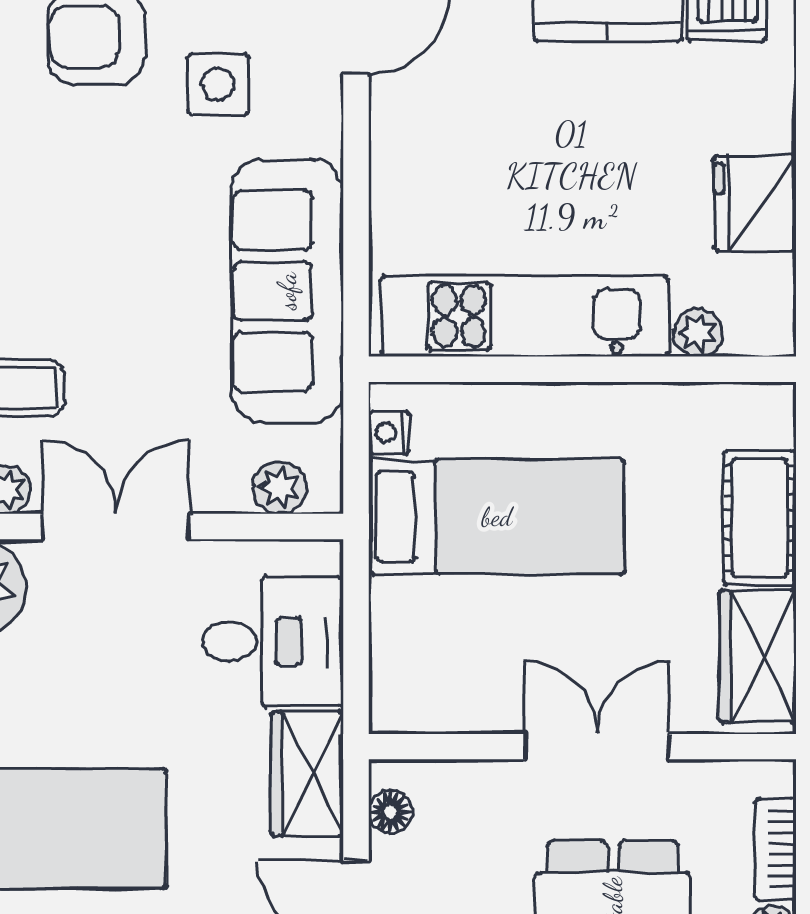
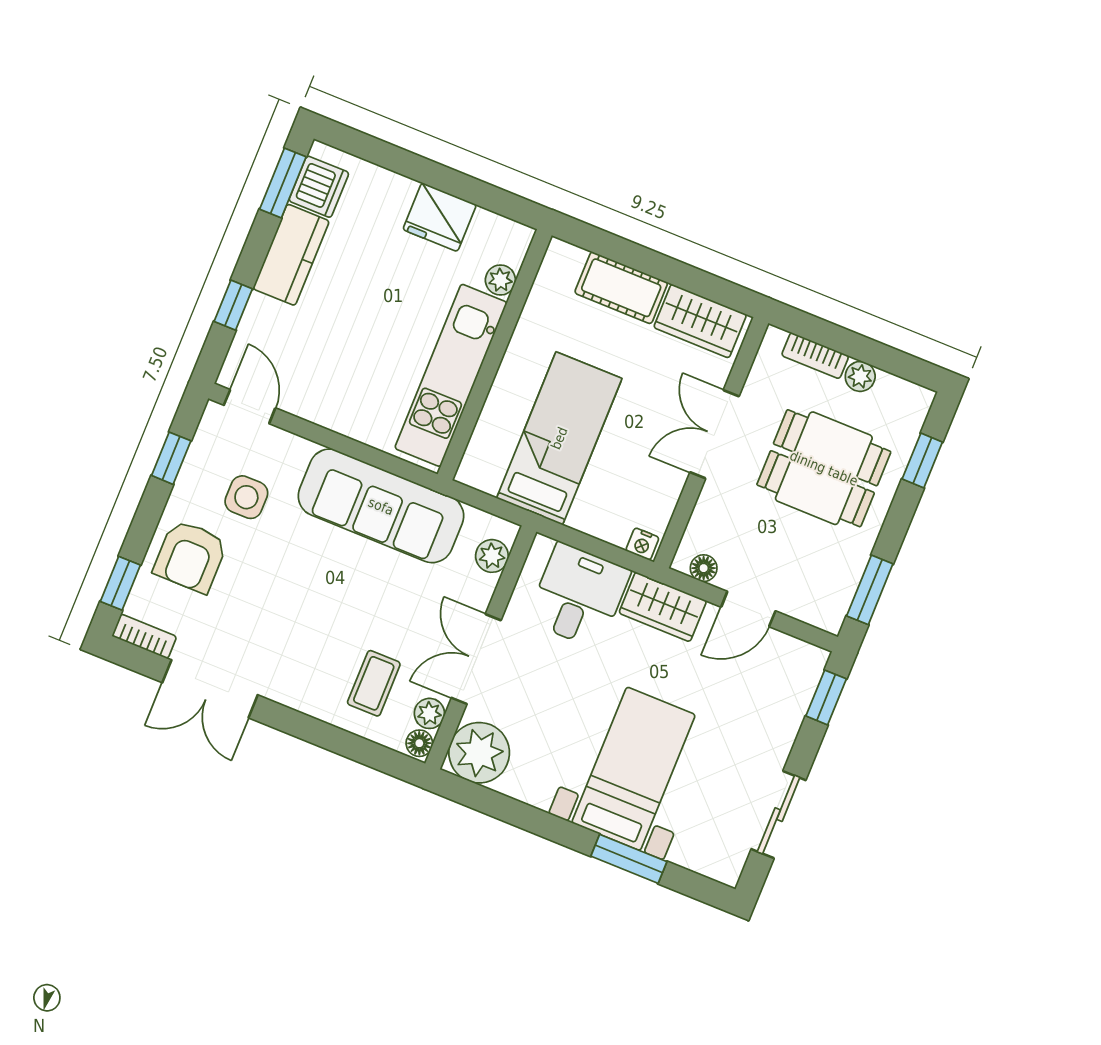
nightstand: (389, 433) -> (642, 544), moved

